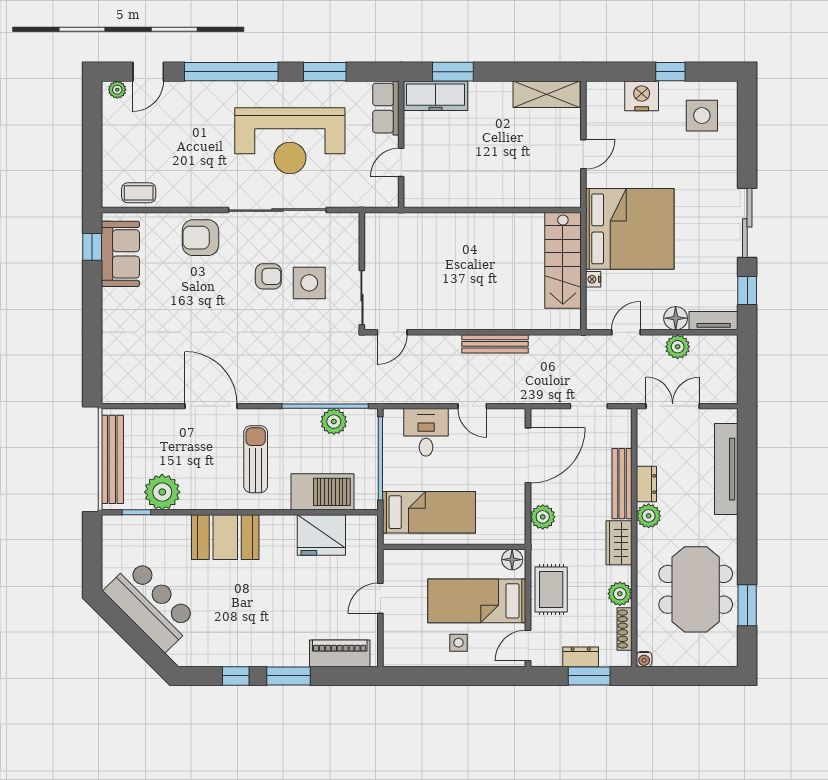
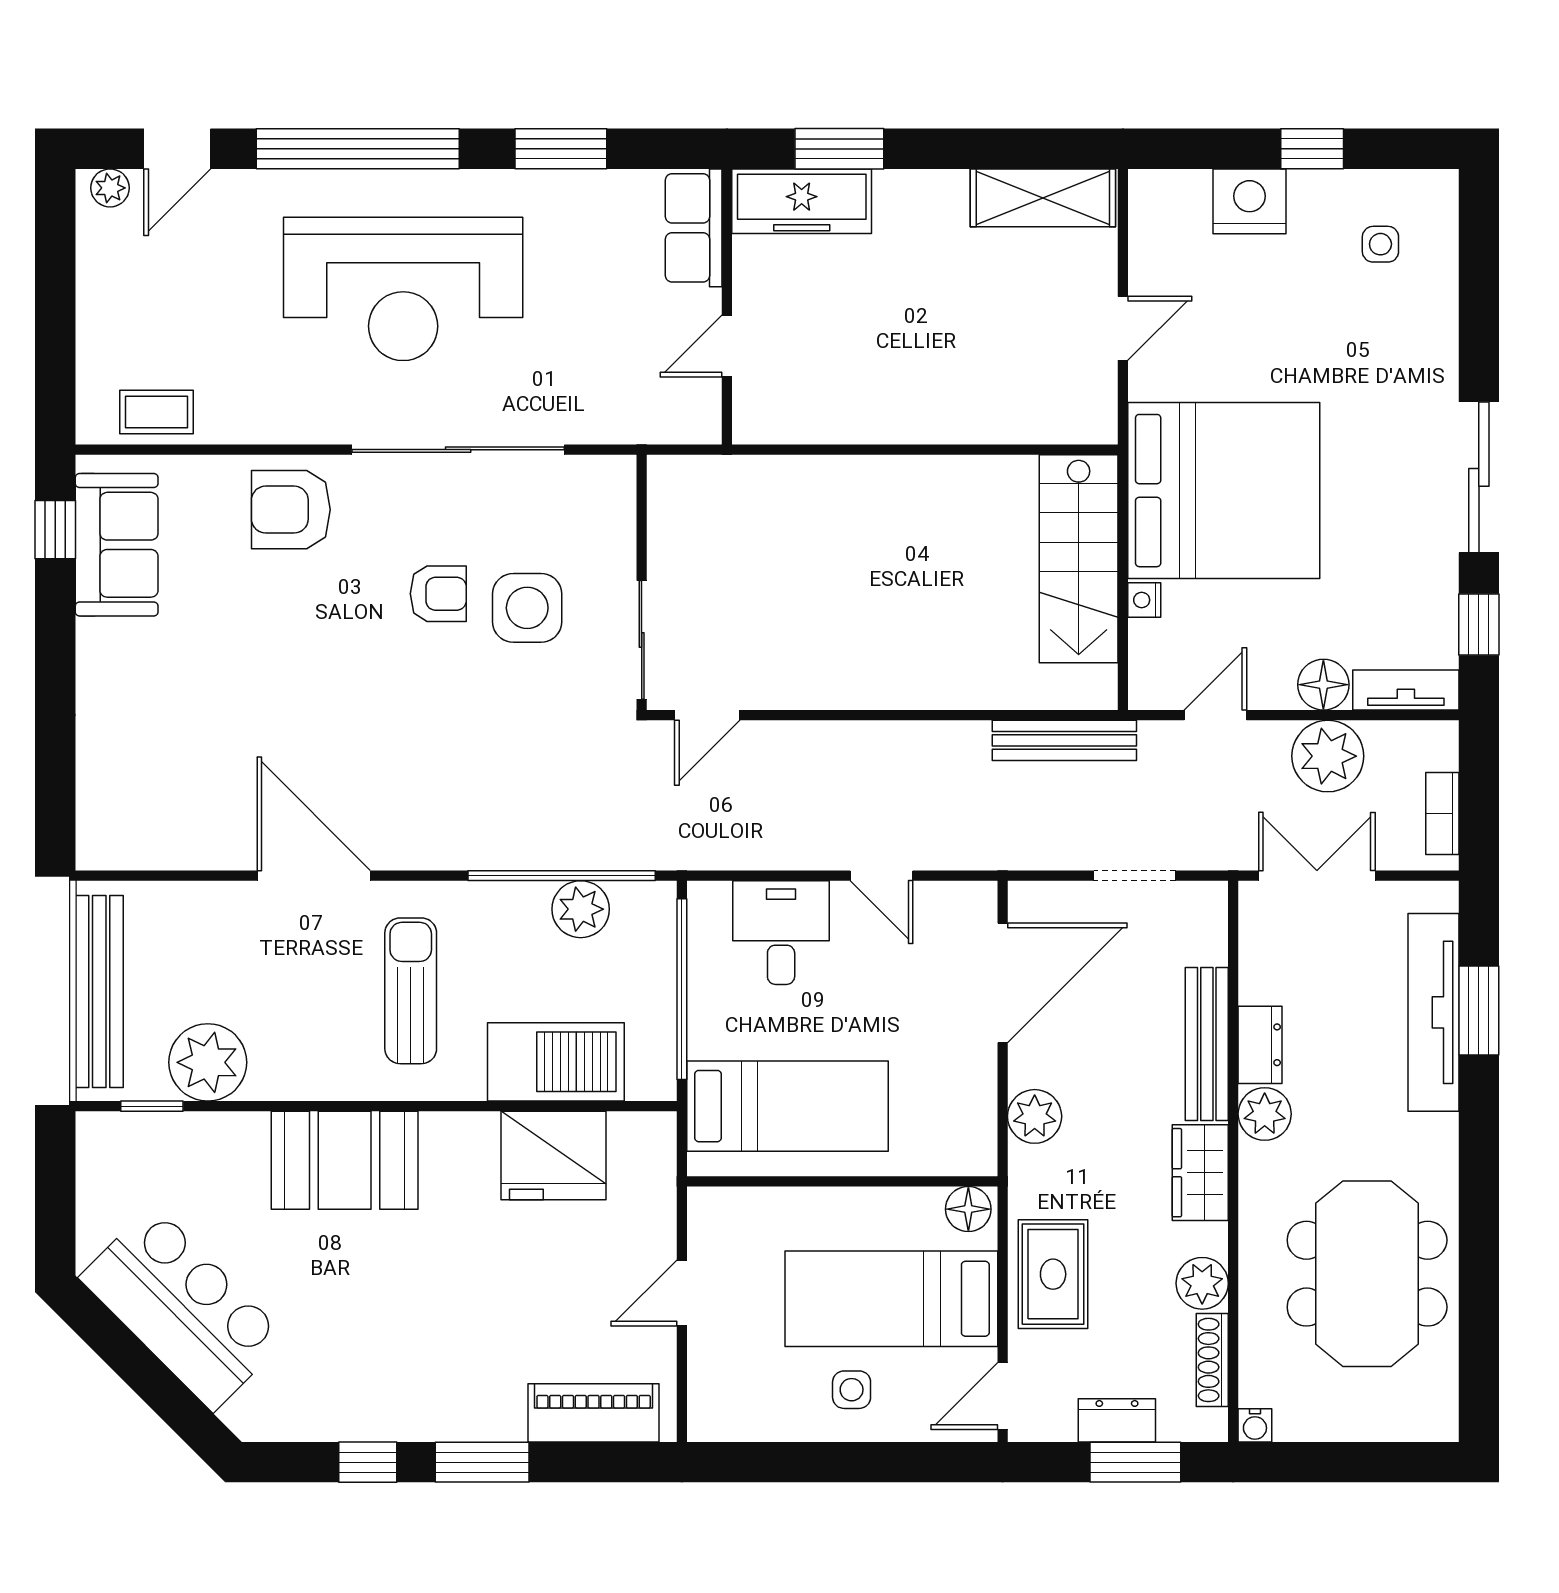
side table: (702, 116) -> (1380, 244), width x0.54, depth x0.54
reception desk: (290, 141) -> (403, 289), moved
bench: (495, 344) -> (1064, 740), moved
plant: (678, 347) -> (1328, 756), width x1.36, depth x1.36
bookcase: (730, 378) -> (1442, 814), added
window: (747, 605) -> (1479, 1011), moved

